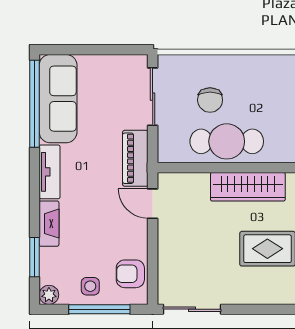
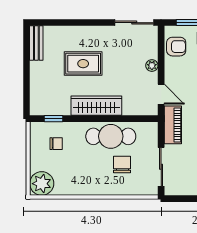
plant: (166, 246) -> (152, 66), added

